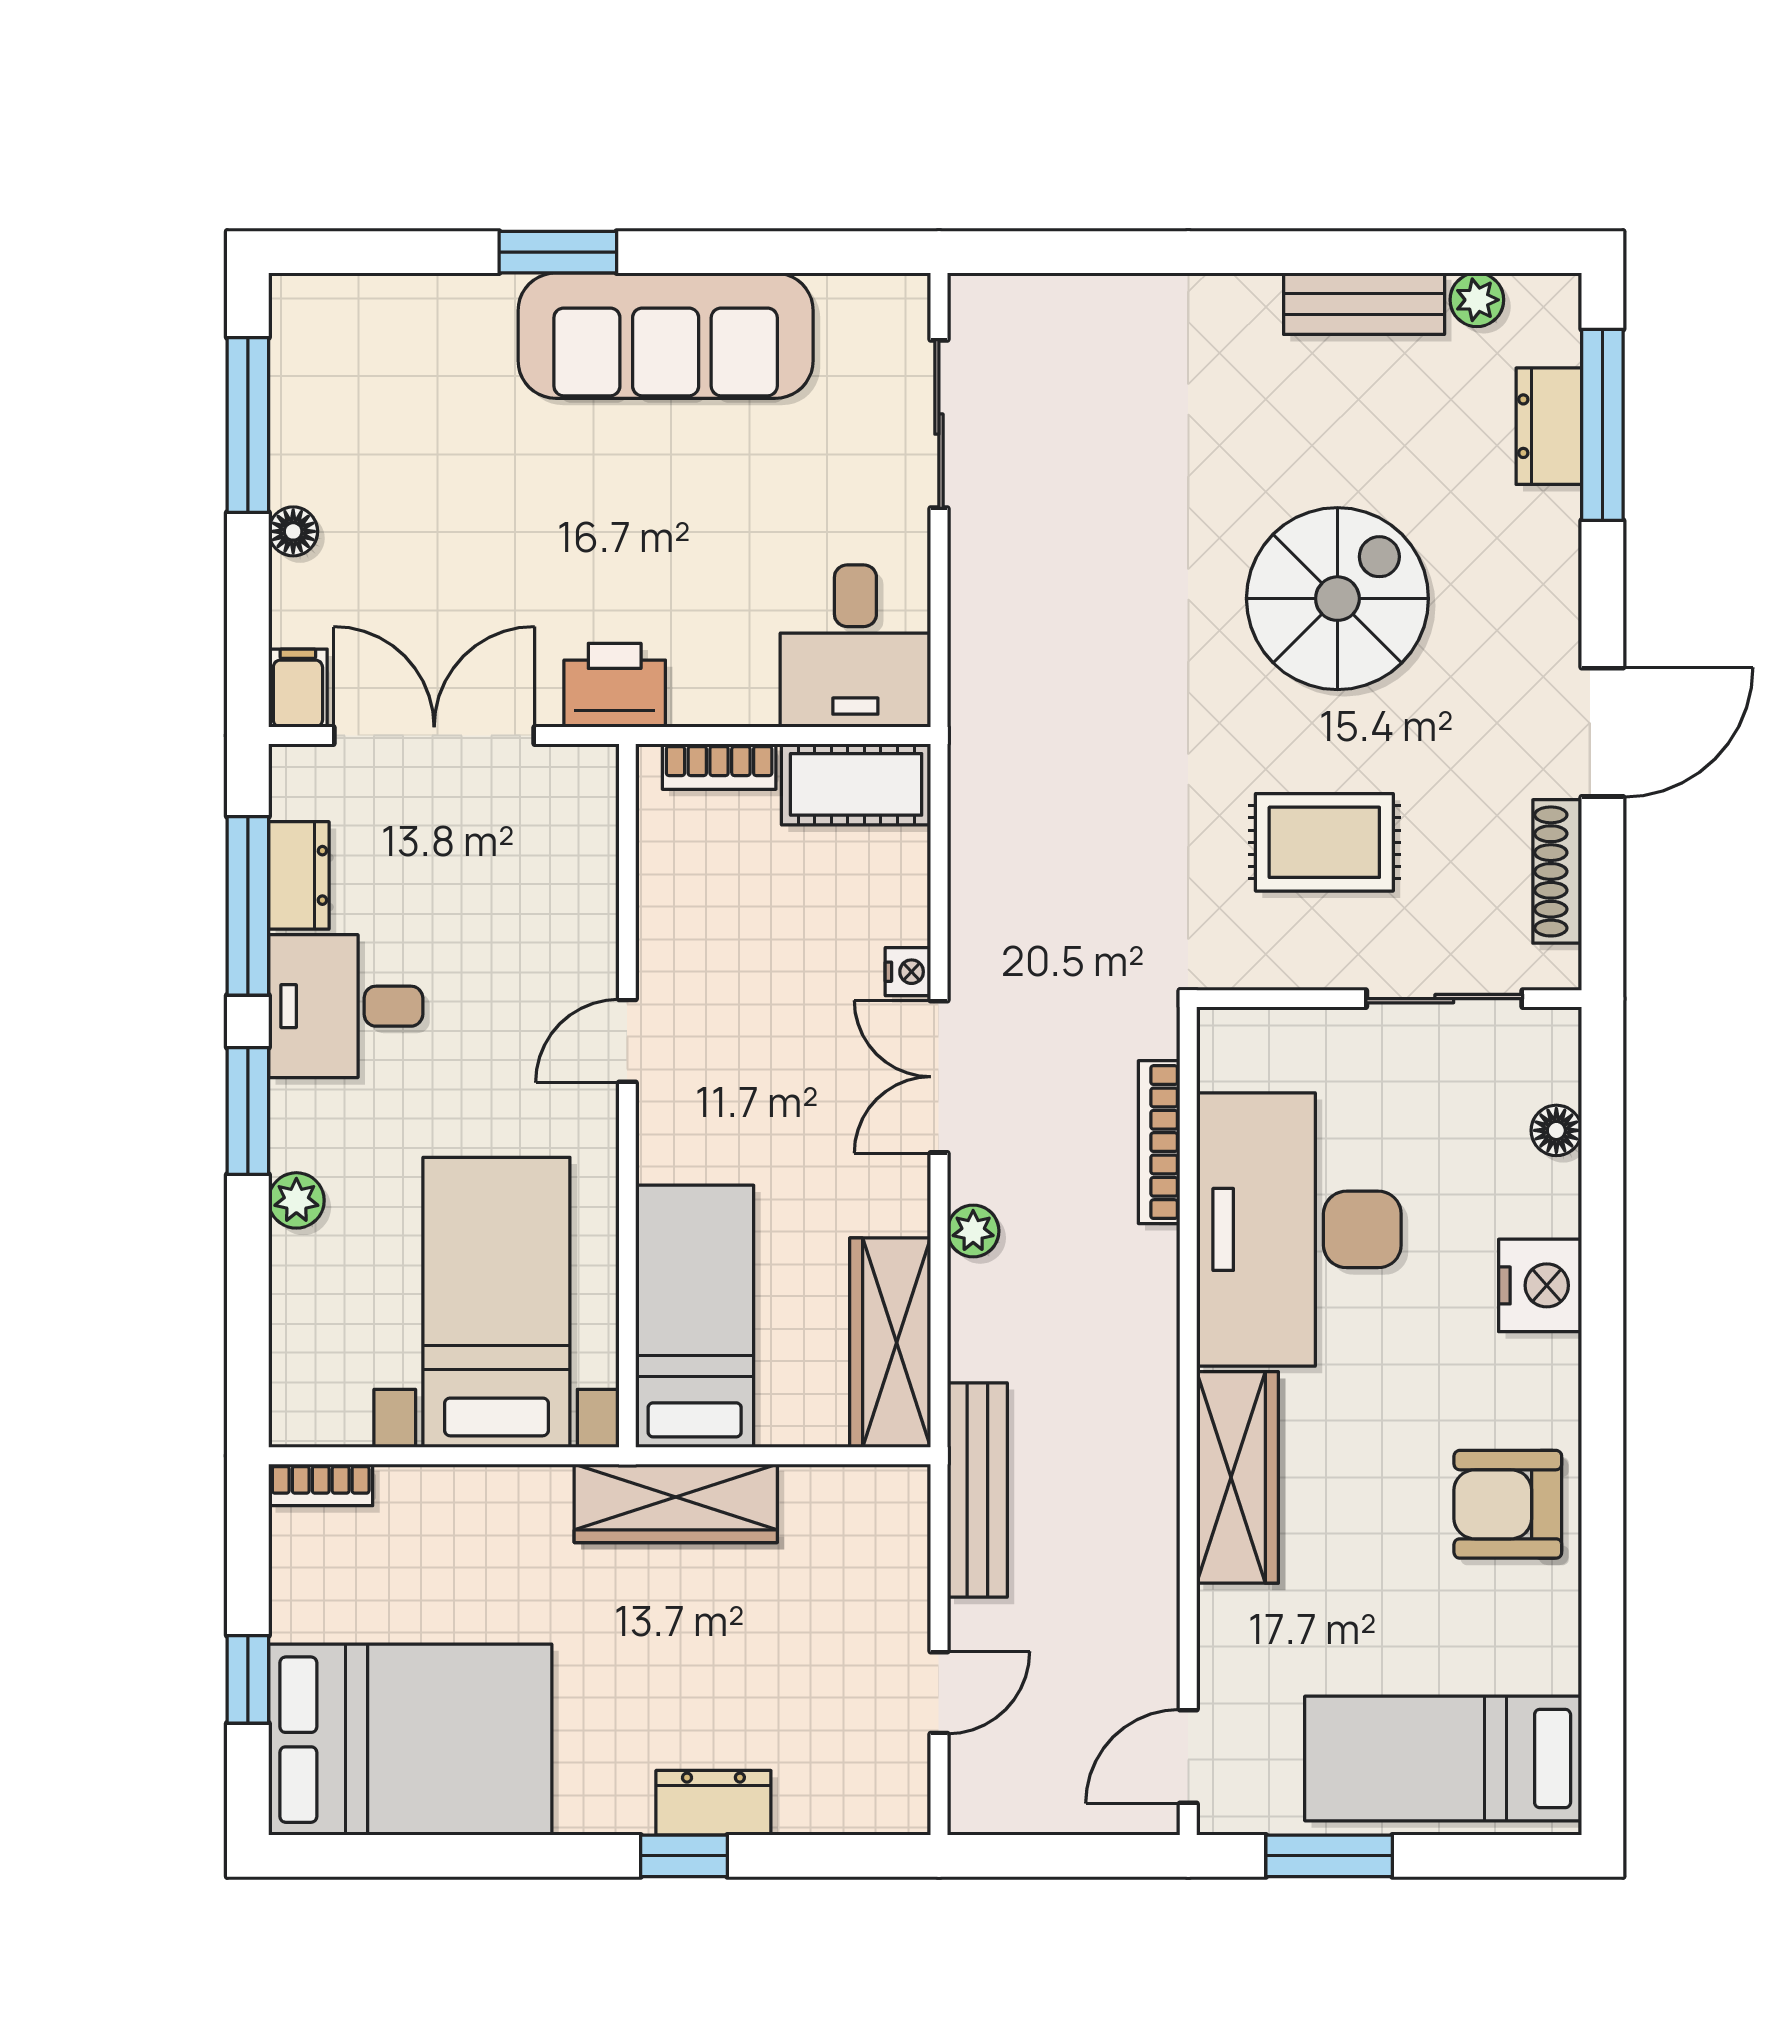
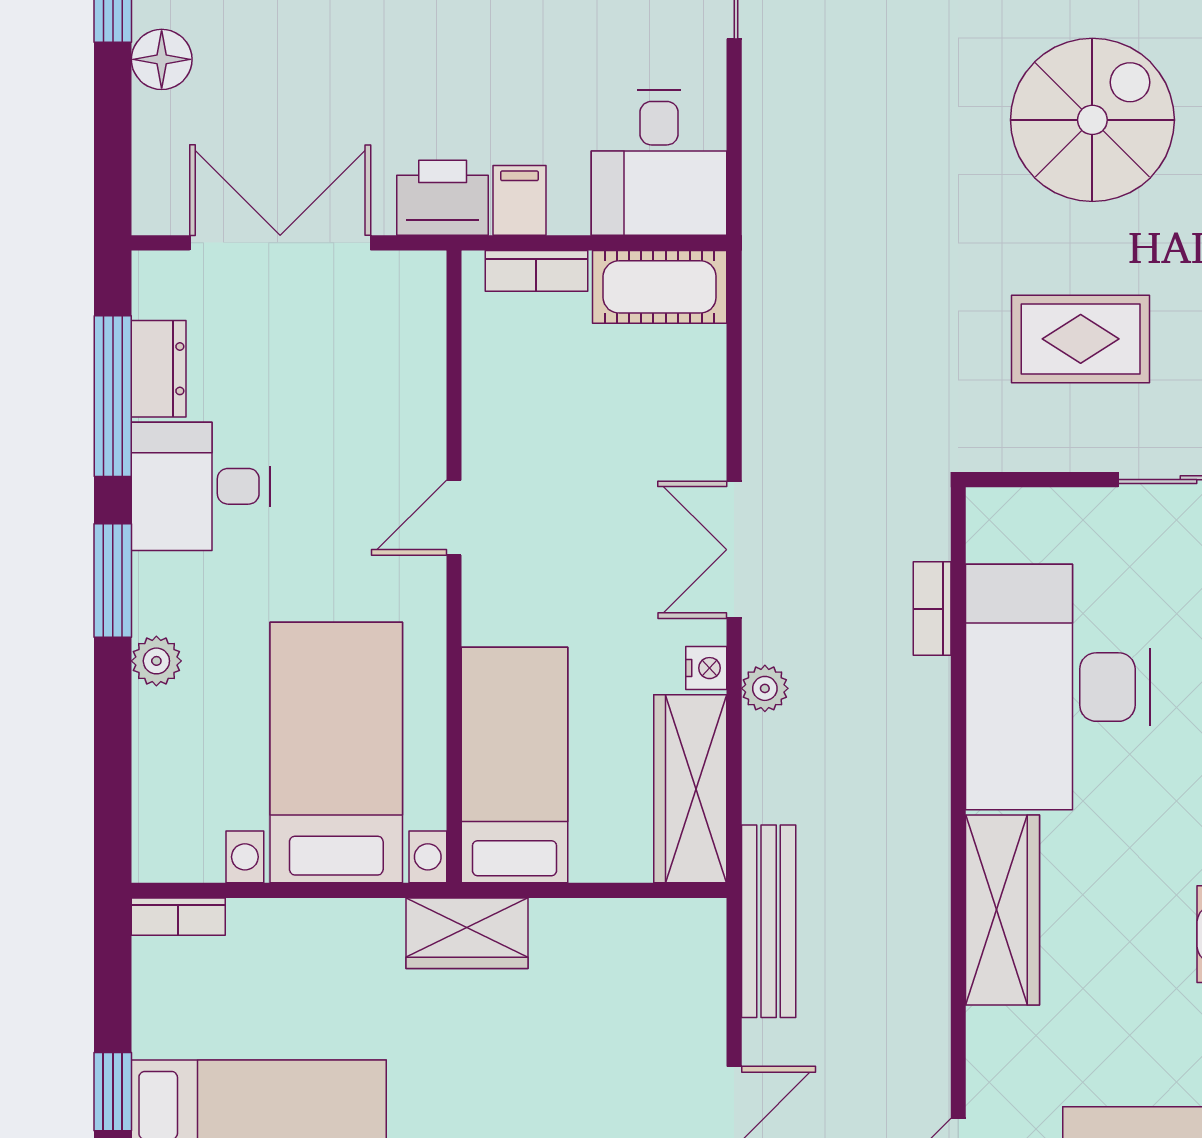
floor lamp: (293, 531) -> (162, 59), width x1.37, depth x1.37
filing cabinet: (298, 688) -> (520, 200), moved
nightstand: (908, 972) -> (706, 668), moved
bookcase: (1159, 1142) -> (932, 609), width x0.64
wardrobe: (676, 1503) -> (467, 933), width x0.67

